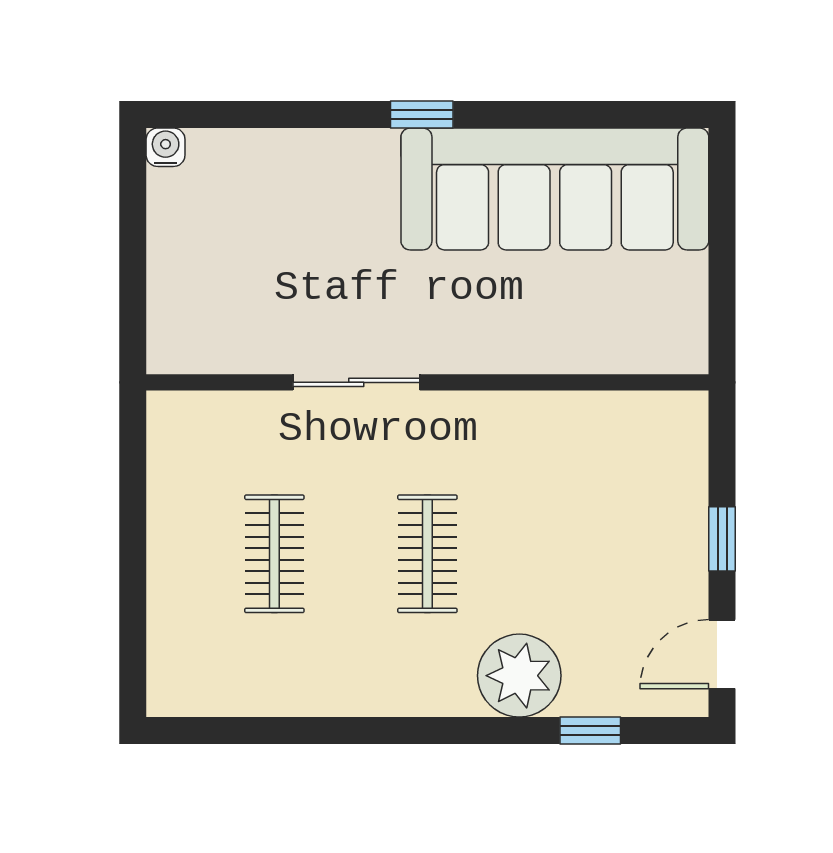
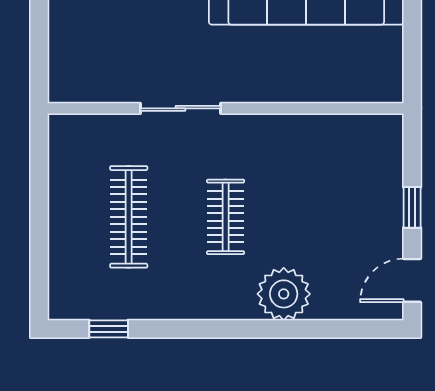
clothes rail: (274, 554) -> (129, 217), width x1.36
window: (590, 731) -> (109, 329), moved

